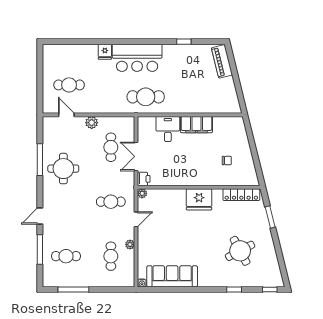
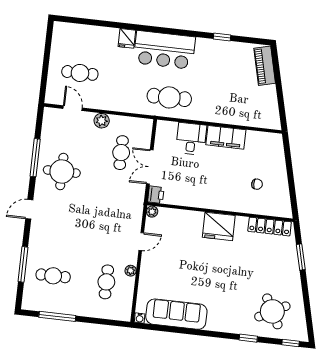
cafe table: (111, 202) -> (114, 217), removed
door: (40, 216) -> (29, 209), moved
round table: (240, 251) -> (272, 311), moved

